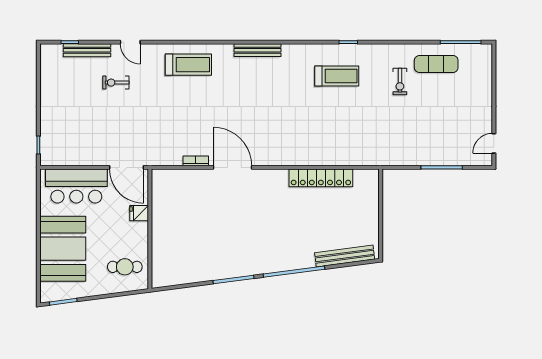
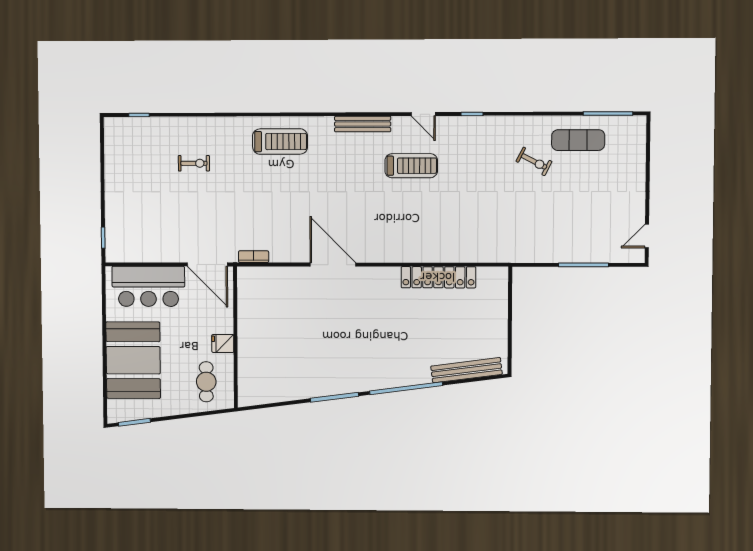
door: (130, 42) -> (423, 114), moved
bench: (87, 50) -> (159, 125), removed
treadmill: (337, 76) -> (411, 166), moved
exercise bike: (400, 82) -> (534, 161), turned -63
exercise bike: (116, 83) -> (194, 163), turned 180
bookcase: (196, 161) -> (254, 257), moved
fridge: (139, 213) -> (223, 344), moved
cafe table: (125, 267) -> (206, 382), turned 90

